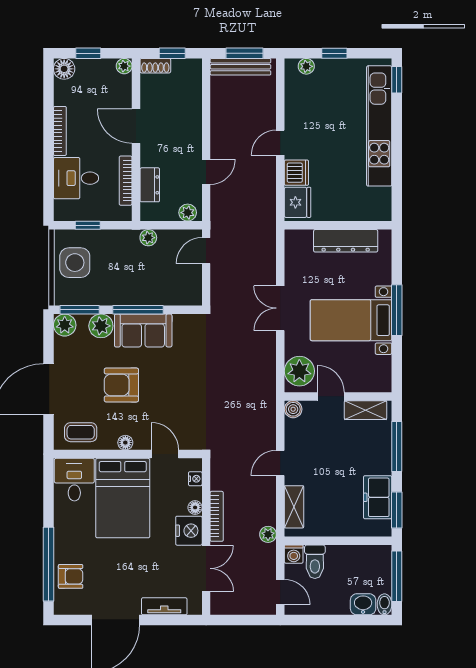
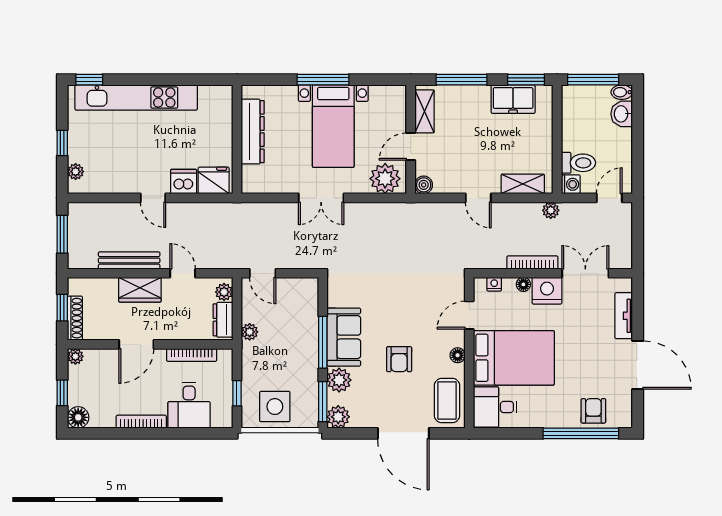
shoe rack: (155, 66) -> (75, 318), width x1.43
bench: (240, 67) -> (129, 260), moved, turned 90
wardrobe: (190, 130) -> (140, 290), added
dresser: (150, 185) -> (223, 320), moved, turned -90
armchair: (121, 385) -> (399, 359), width x0.72, depth x0.72
coffee table: (81, 432) -> (447, 401), width x1.36, depth x1.30

